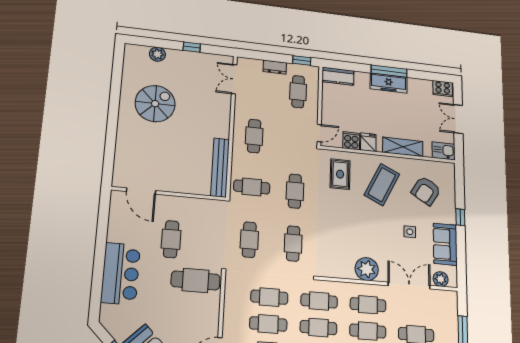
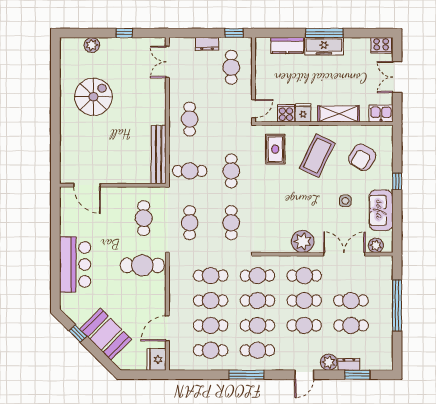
kitchen counter: (338, 76) -> (287, 45), moved
cafe table: (171, 239) -> (144, 218), moved

